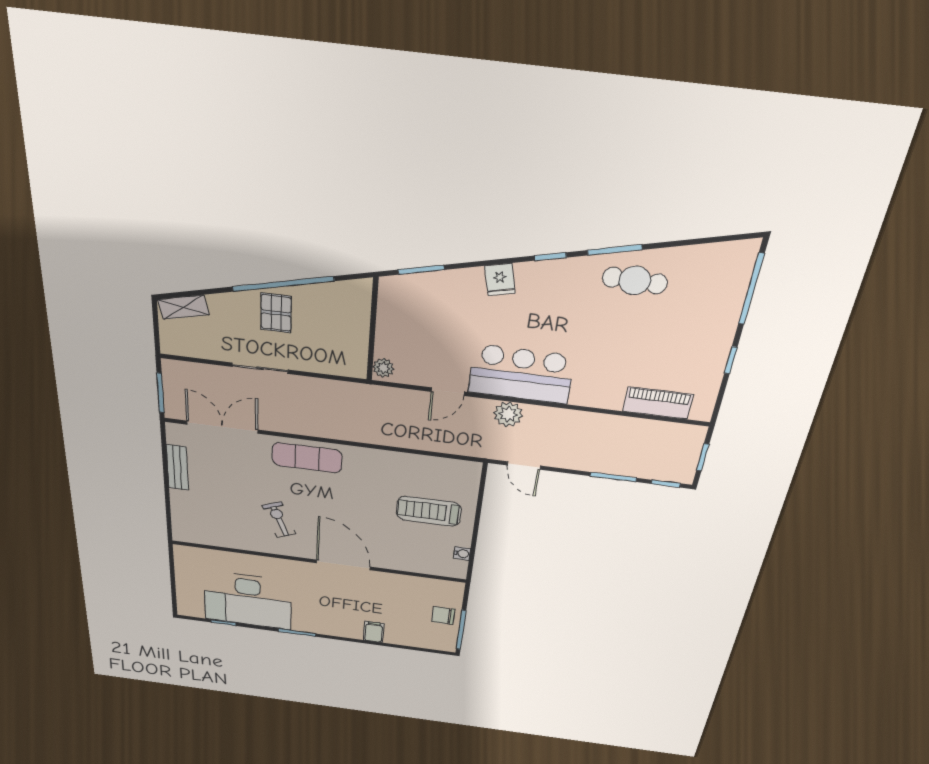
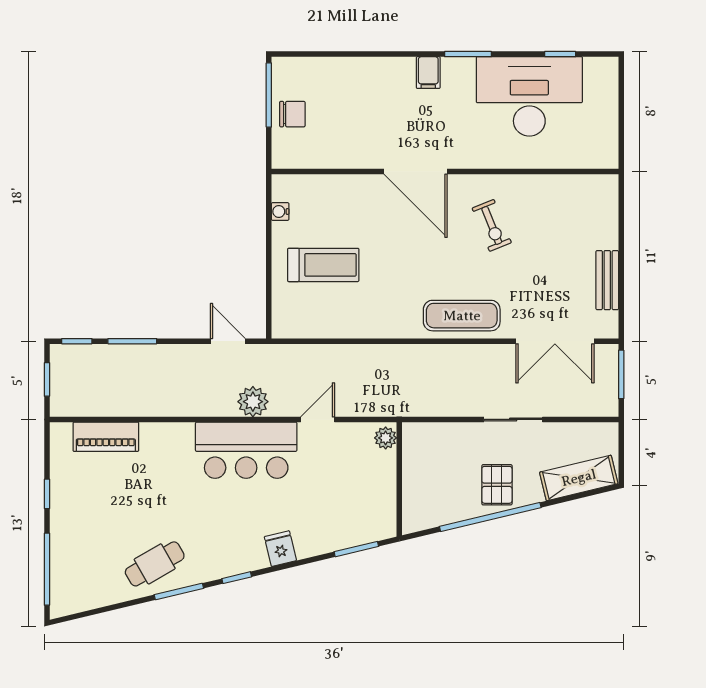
cafe table: (635, 281) -> (155, 564), turned -32
shelving: (183, 307) -> (579, 478), width x1.50, depth x1.33
filing cabinet: (374, 632) -> (428, 73), moved

